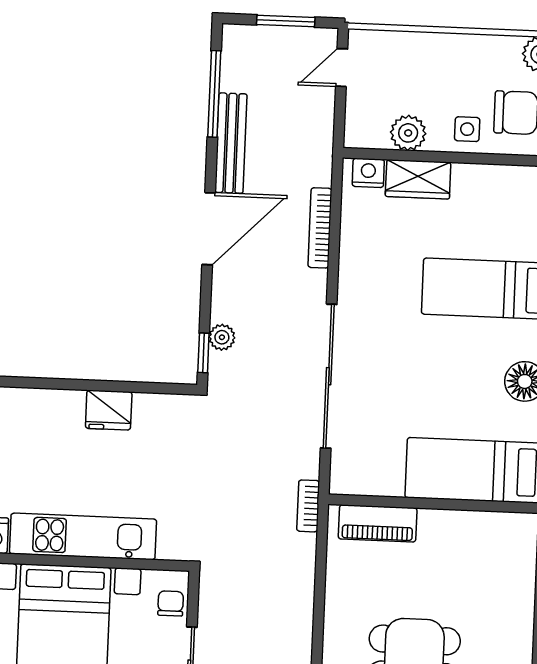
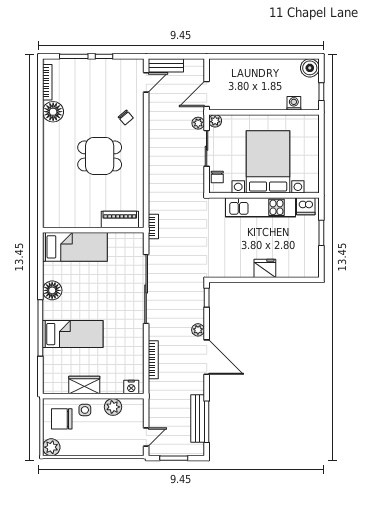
bench: (231, 143) -> (198, 418), moved
wardrobe: (418, 179) -> (84, 385), moved
door: (209, 229) -> (207, 357), swing flipped
plant: (222, 337) -> (198, 330), moved
fridge: (109, 410) -> (265, 268), moved

